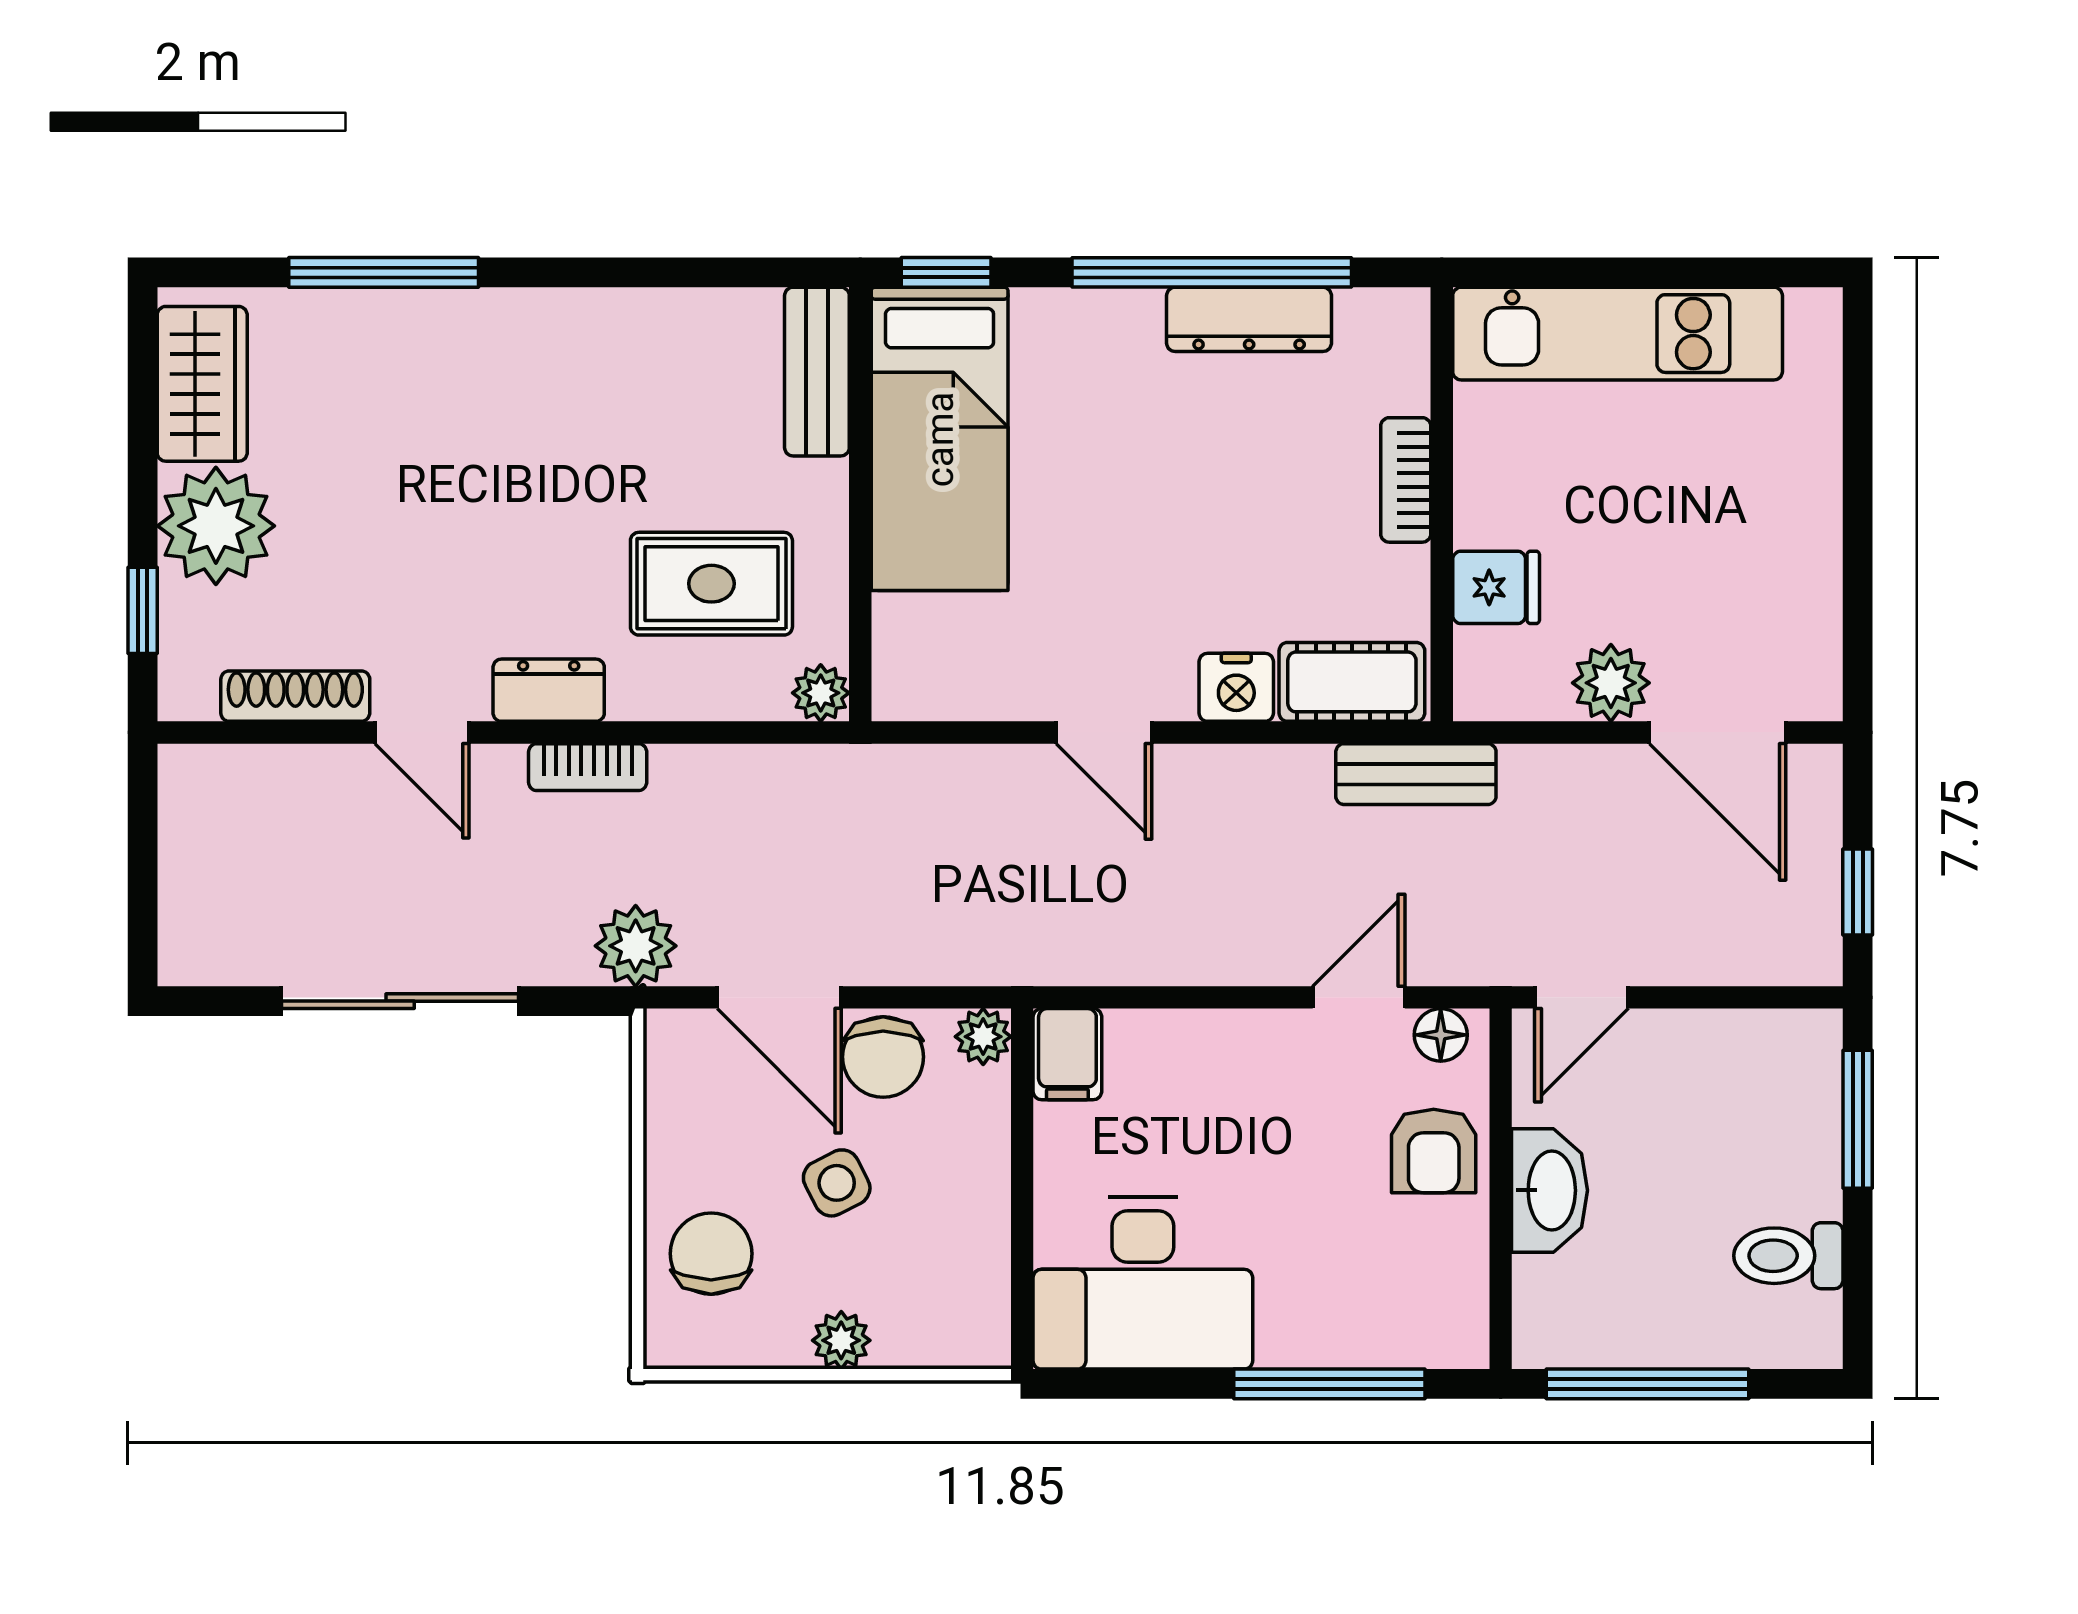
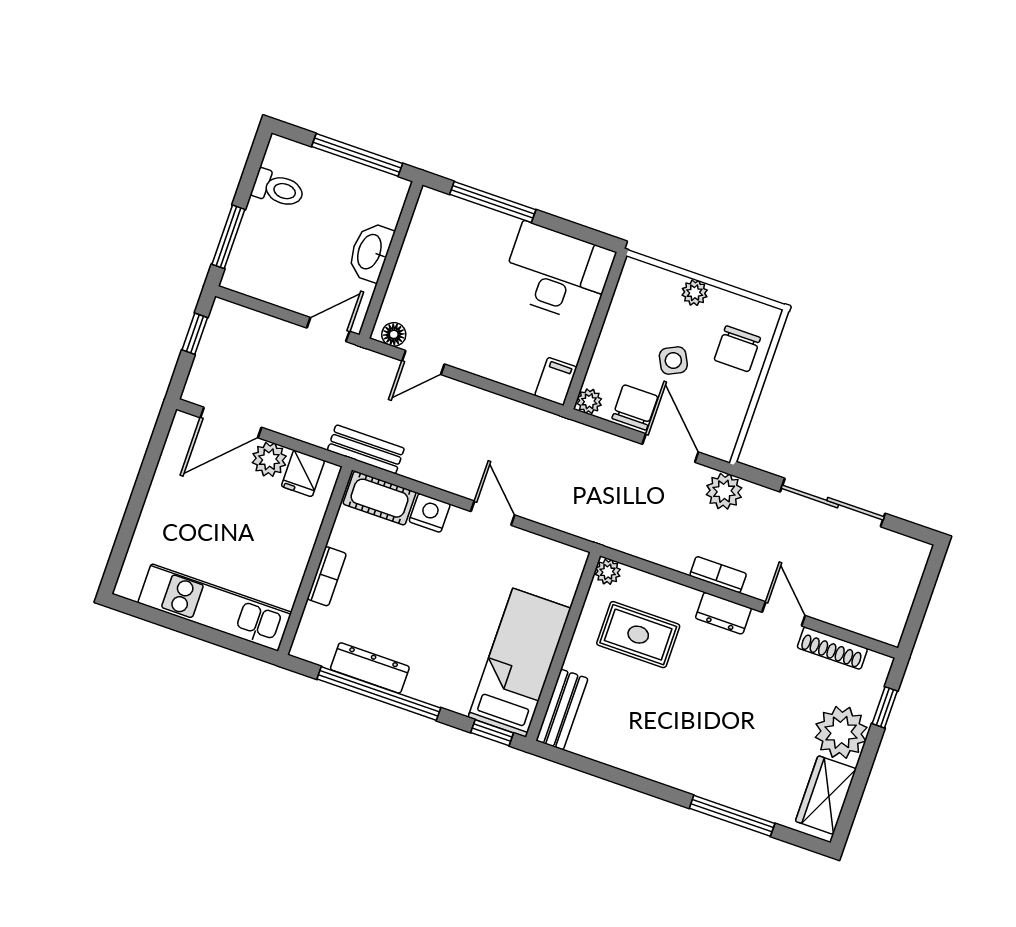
fridge: (1496, 587) -> (303, 473), moved, turned -90
door: (1718, 732) -> (231, 422), swing flipped
armchair: (1434, 1151) -> (414, 286), removed

